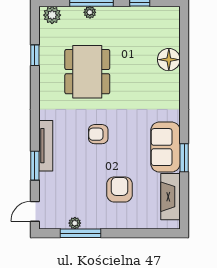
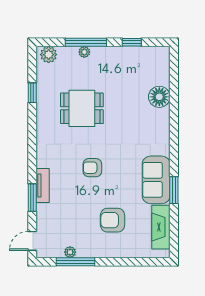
dining table: (87, 72) -> (82, 108), width x0.73
tv unit: (46, 146) -> (43, 186), width x0.71
armchair: (119, 189) -> (113, 220), turned -90

